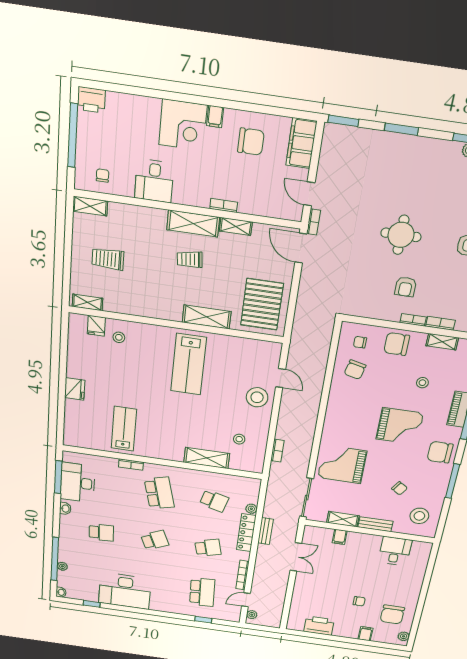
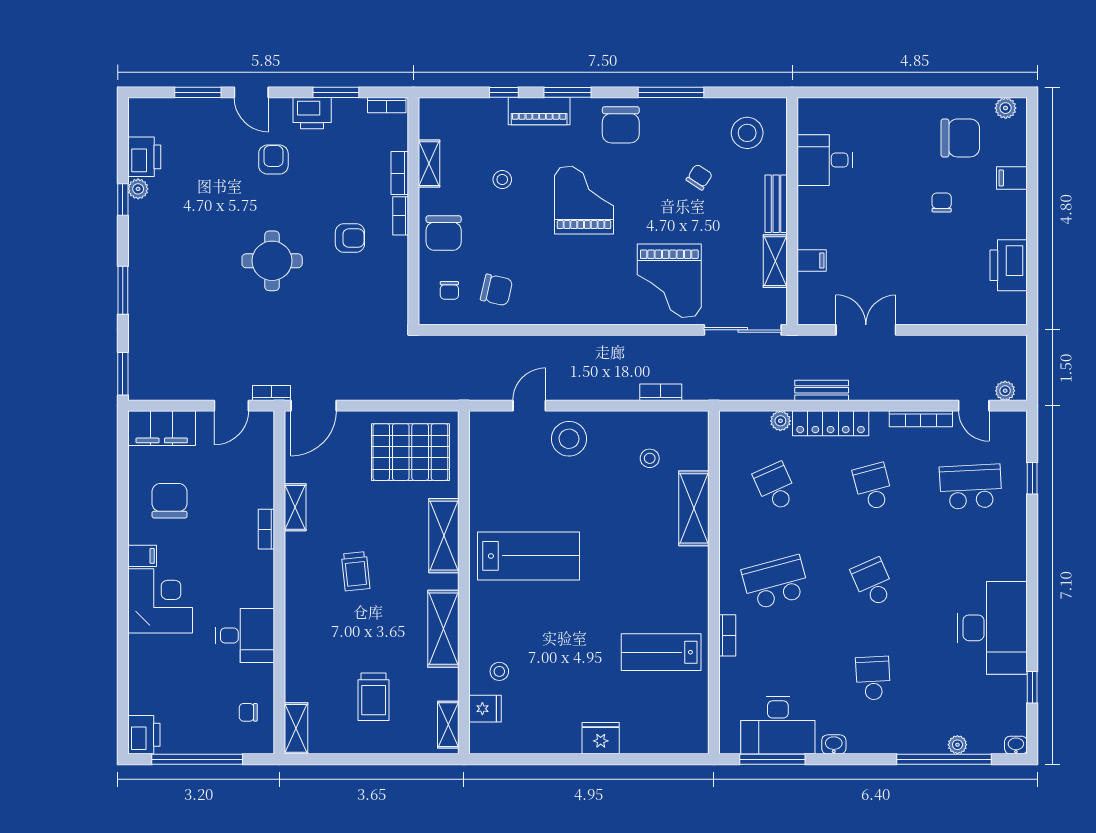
shelving: (193, 224) -> (443, 629), moved
school desk: (214, 501) -> (775, 487), turned -39

